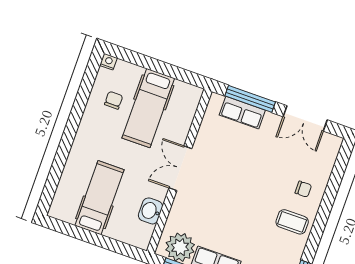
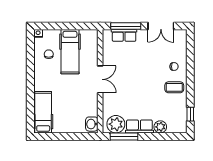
double door: (180, 168) -> (100, 79), swing flipped
hospital bed: (100, 198) -> (43, 112), moved
washbasin: (150, 211) -> (92, 124), moved

